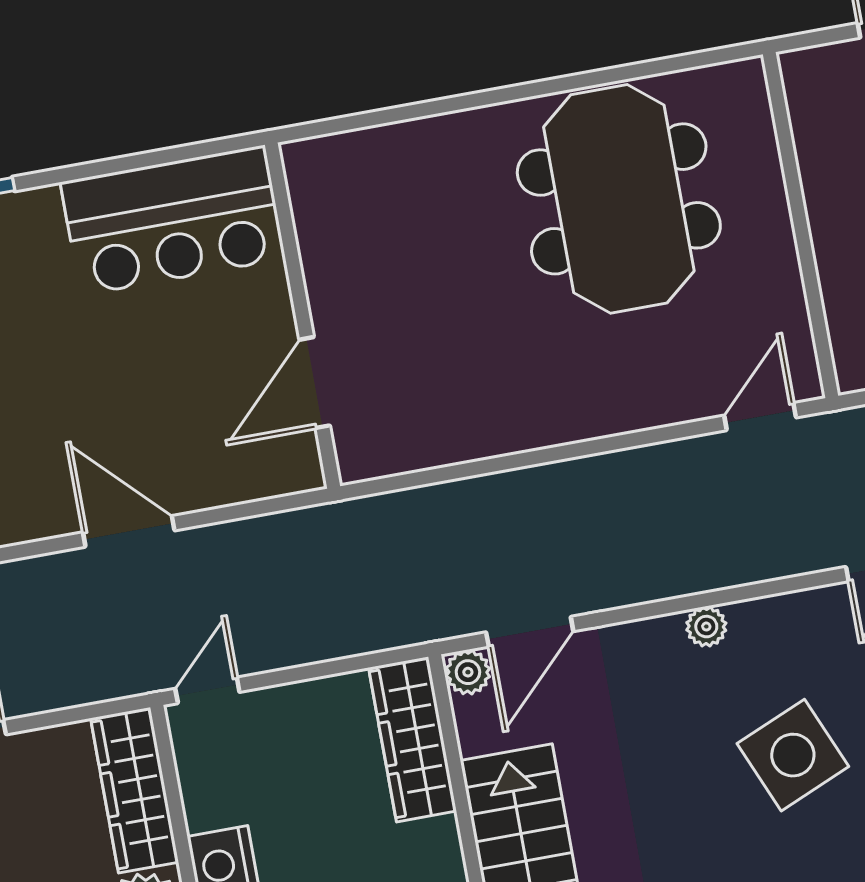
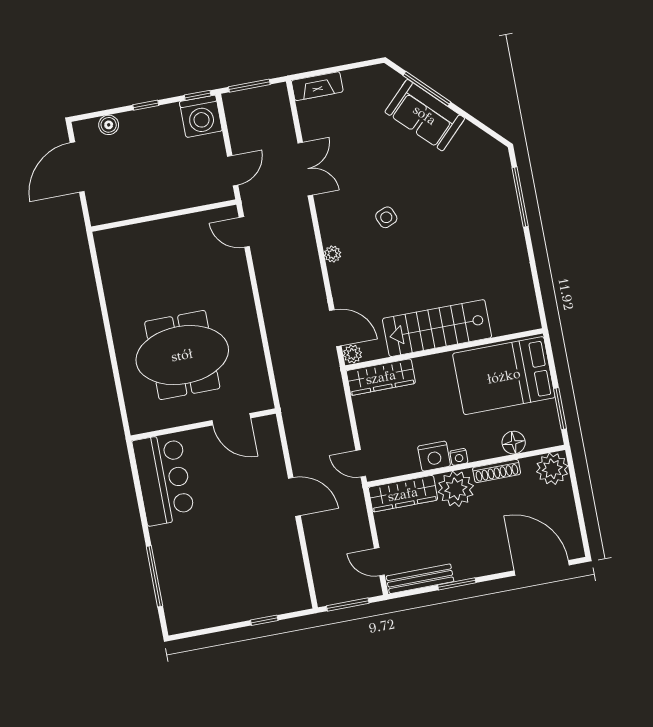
meeting table: (619, 199) -> (182, 355), moved
door: (129, 531) -> (294, 497), swing flipped
side table: (793, 755) -> (386, 217), width x0.54, depth x0.54

